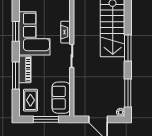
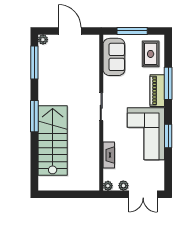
fireplace: (66, 32) -> (109, 155), moved

